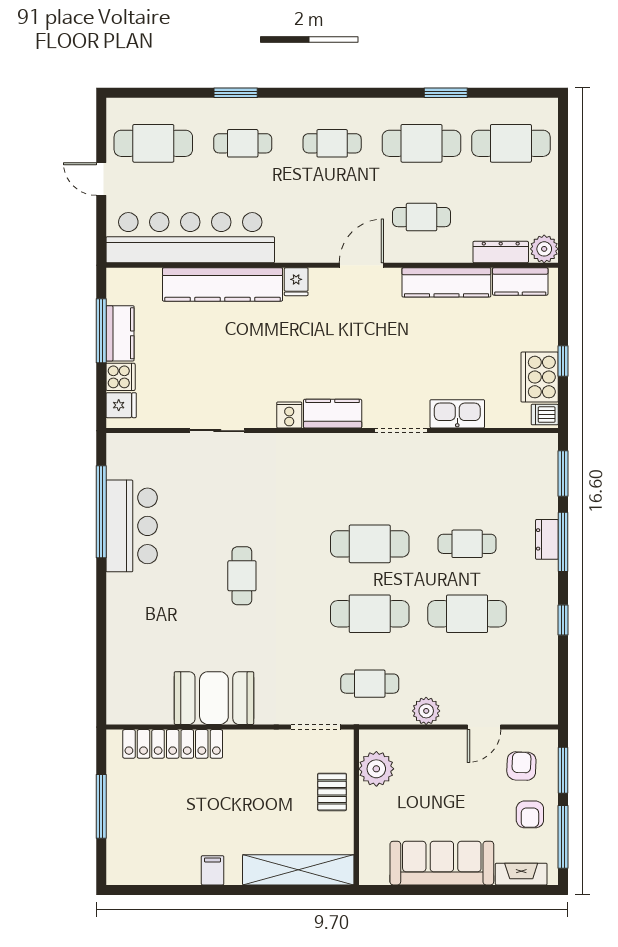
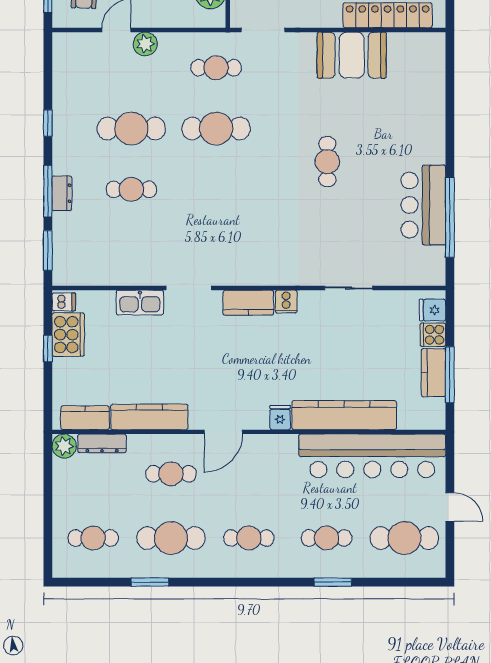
cafe table: (511, 143) -> (93, 538), width x0.73, depth x0.74
cafe table: (370, 544) -> (216, 189), removed
plant: (426, 711) -> (145, 44), moved

